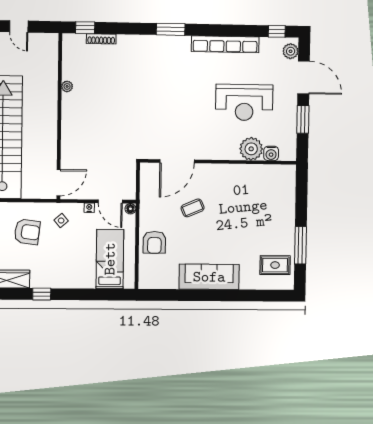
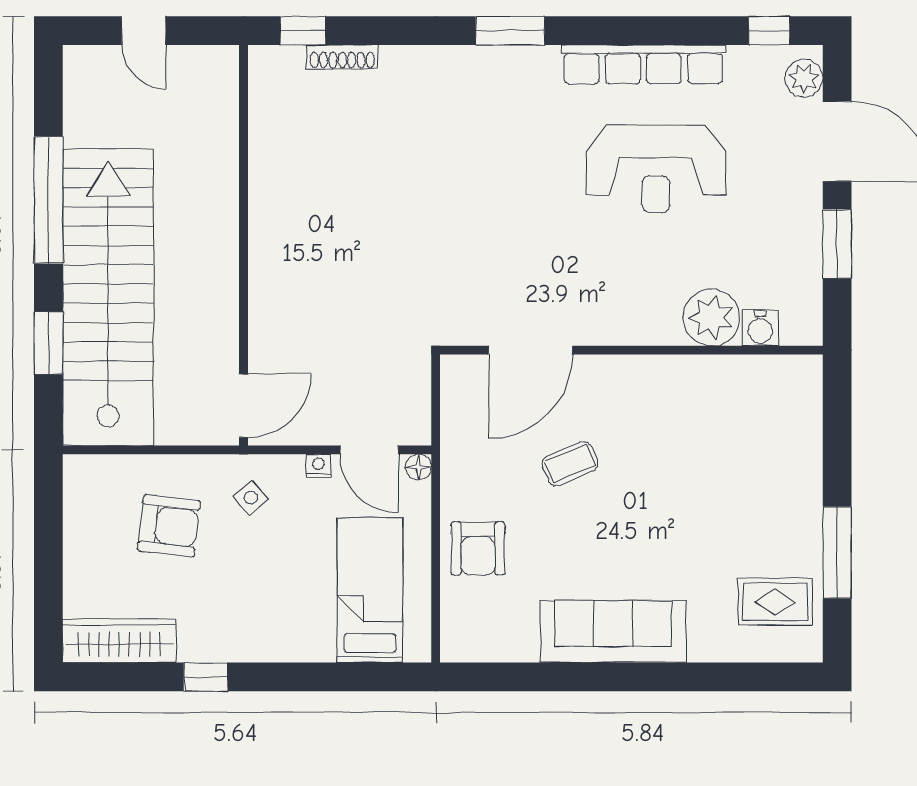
plant: (67, 86) -> (261, 173), removed
reception desk: (244, 102) -> (656, 169), moved

